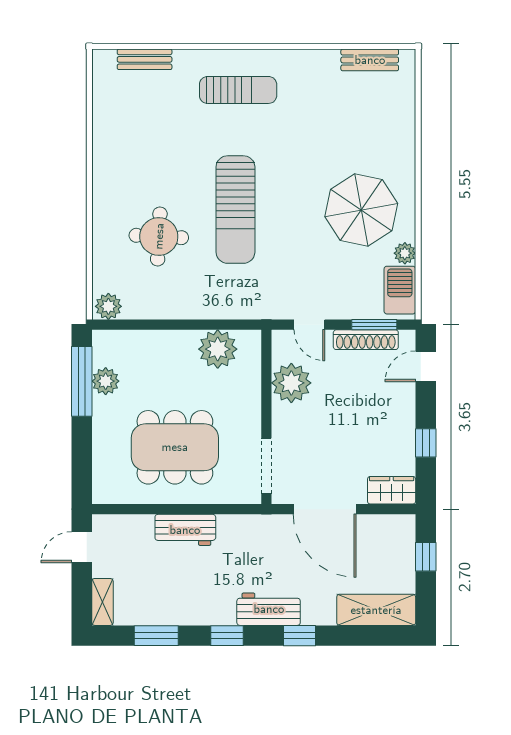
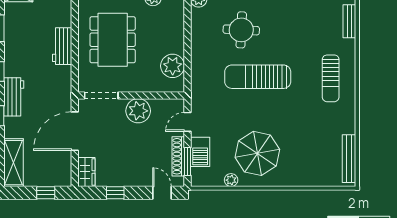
bench: (370, 60) -> (349, 159), width x1.36
barbecue: (400, 290) -> (200, 152), moved, turned 90
plant: (291, 383) -> (138, 111), moved

